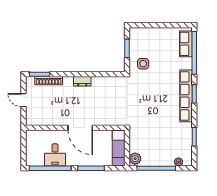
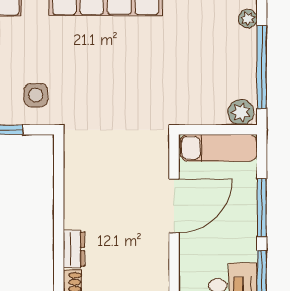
dresser: (82, 81) -> (74, 249), moved
door: (80, 128) -> (174, 206), moved

